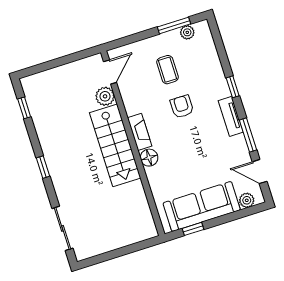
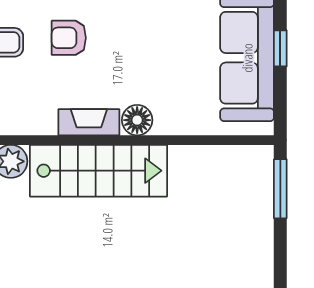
window: (193, 229) -> (280, 48), moved
window: (136, 247) -> (280, 189), added

